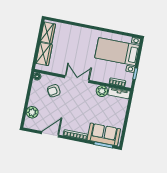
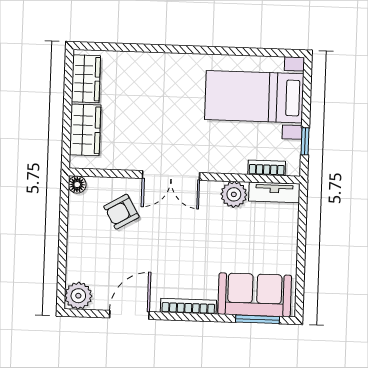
double door: (77, 79) -> (171, 175), swing flipped
plant: (32, 112) -> (78, 296), moved

